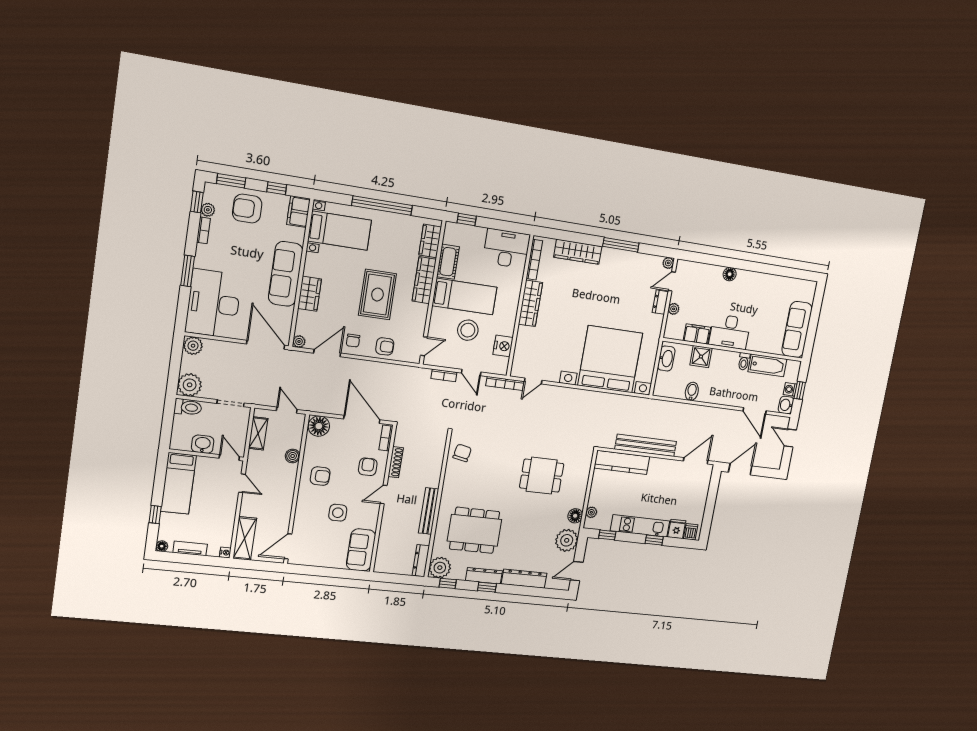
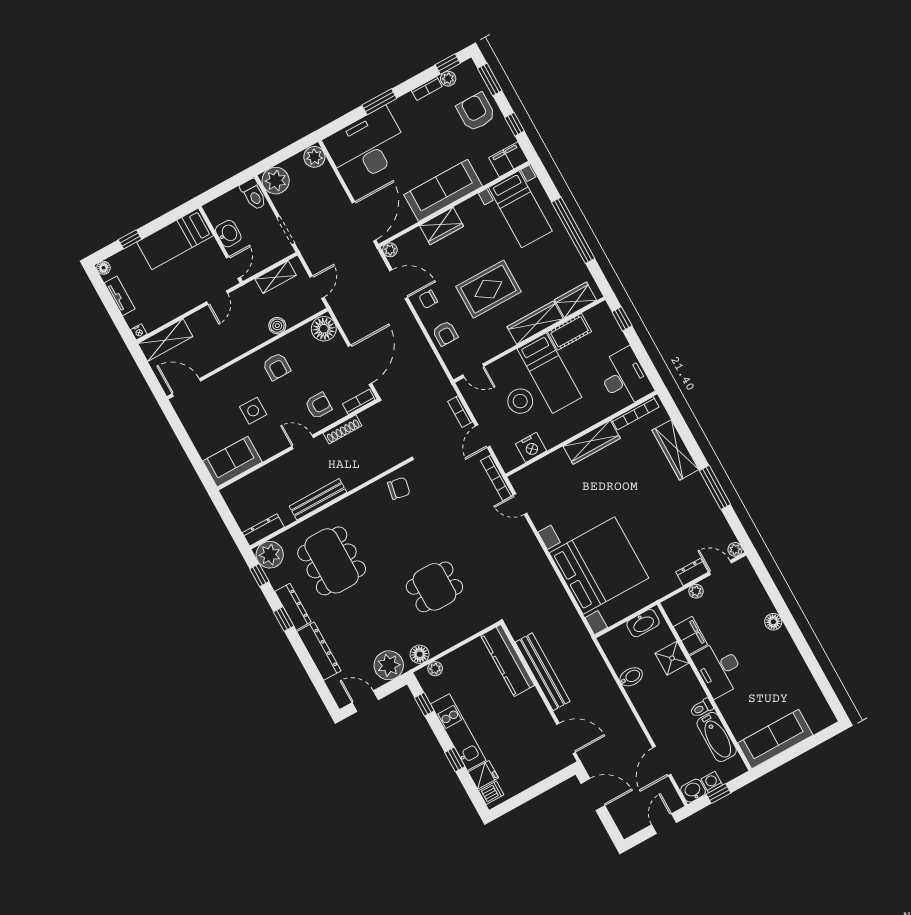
dining table: (542, 476) -> (434, 587), turned 90

